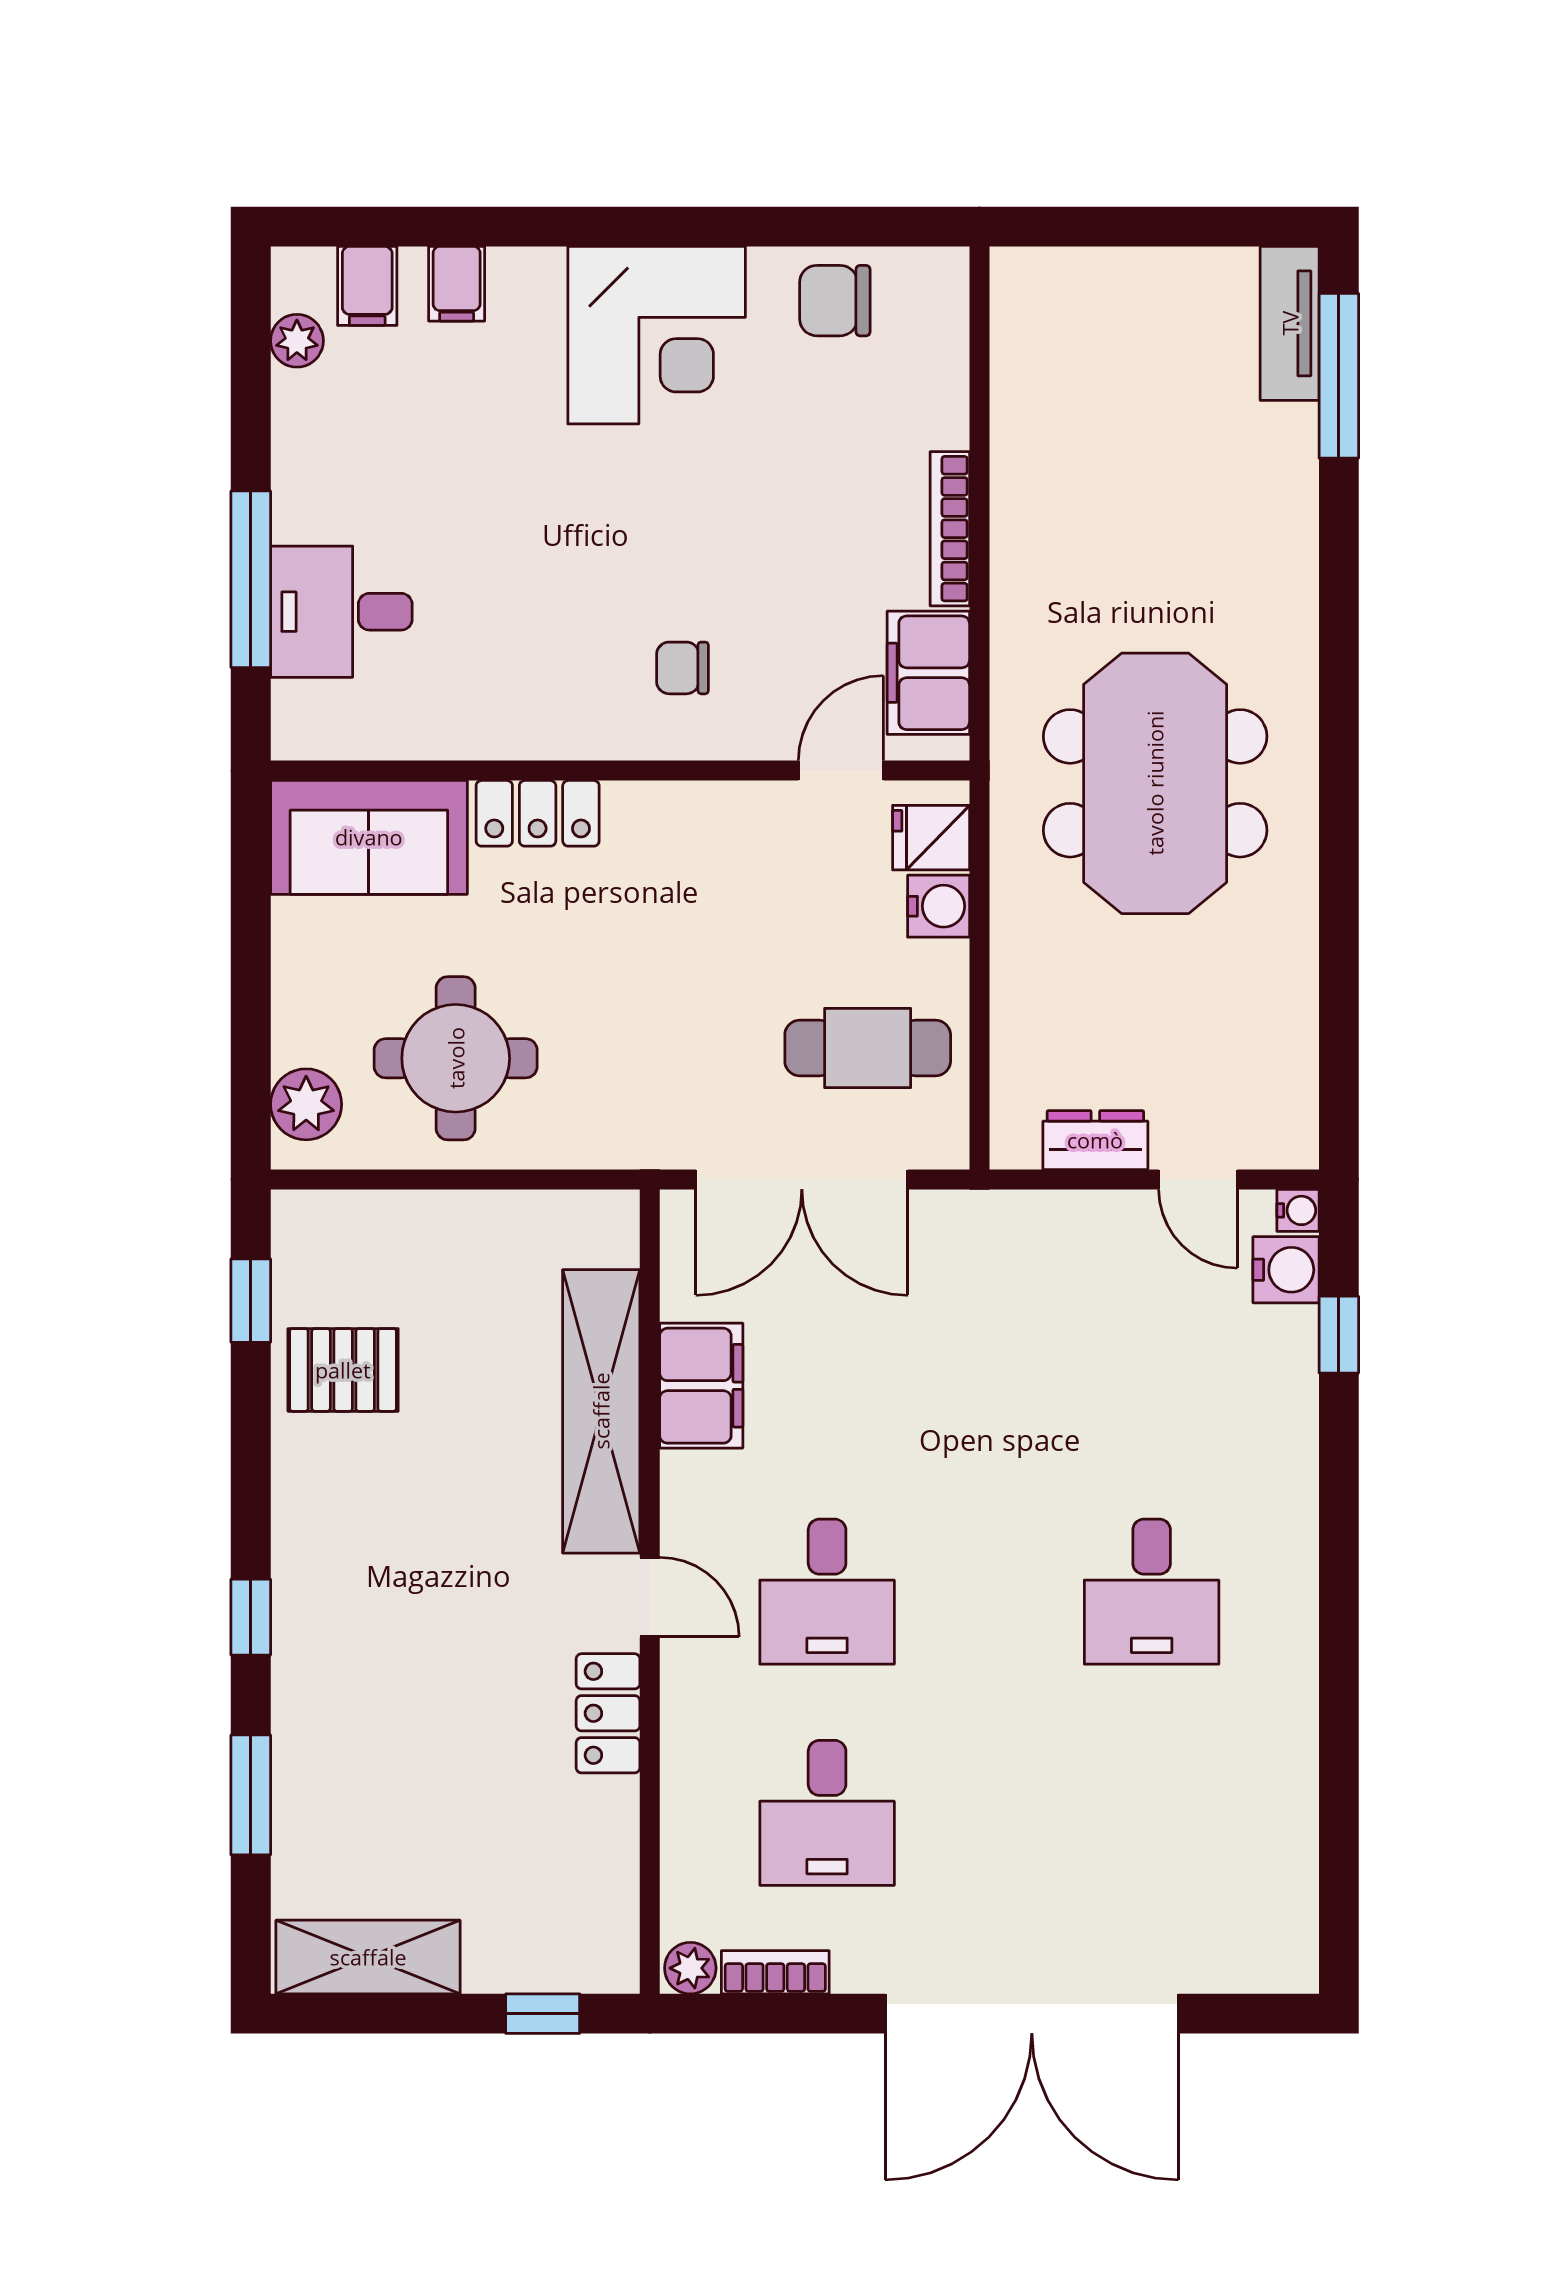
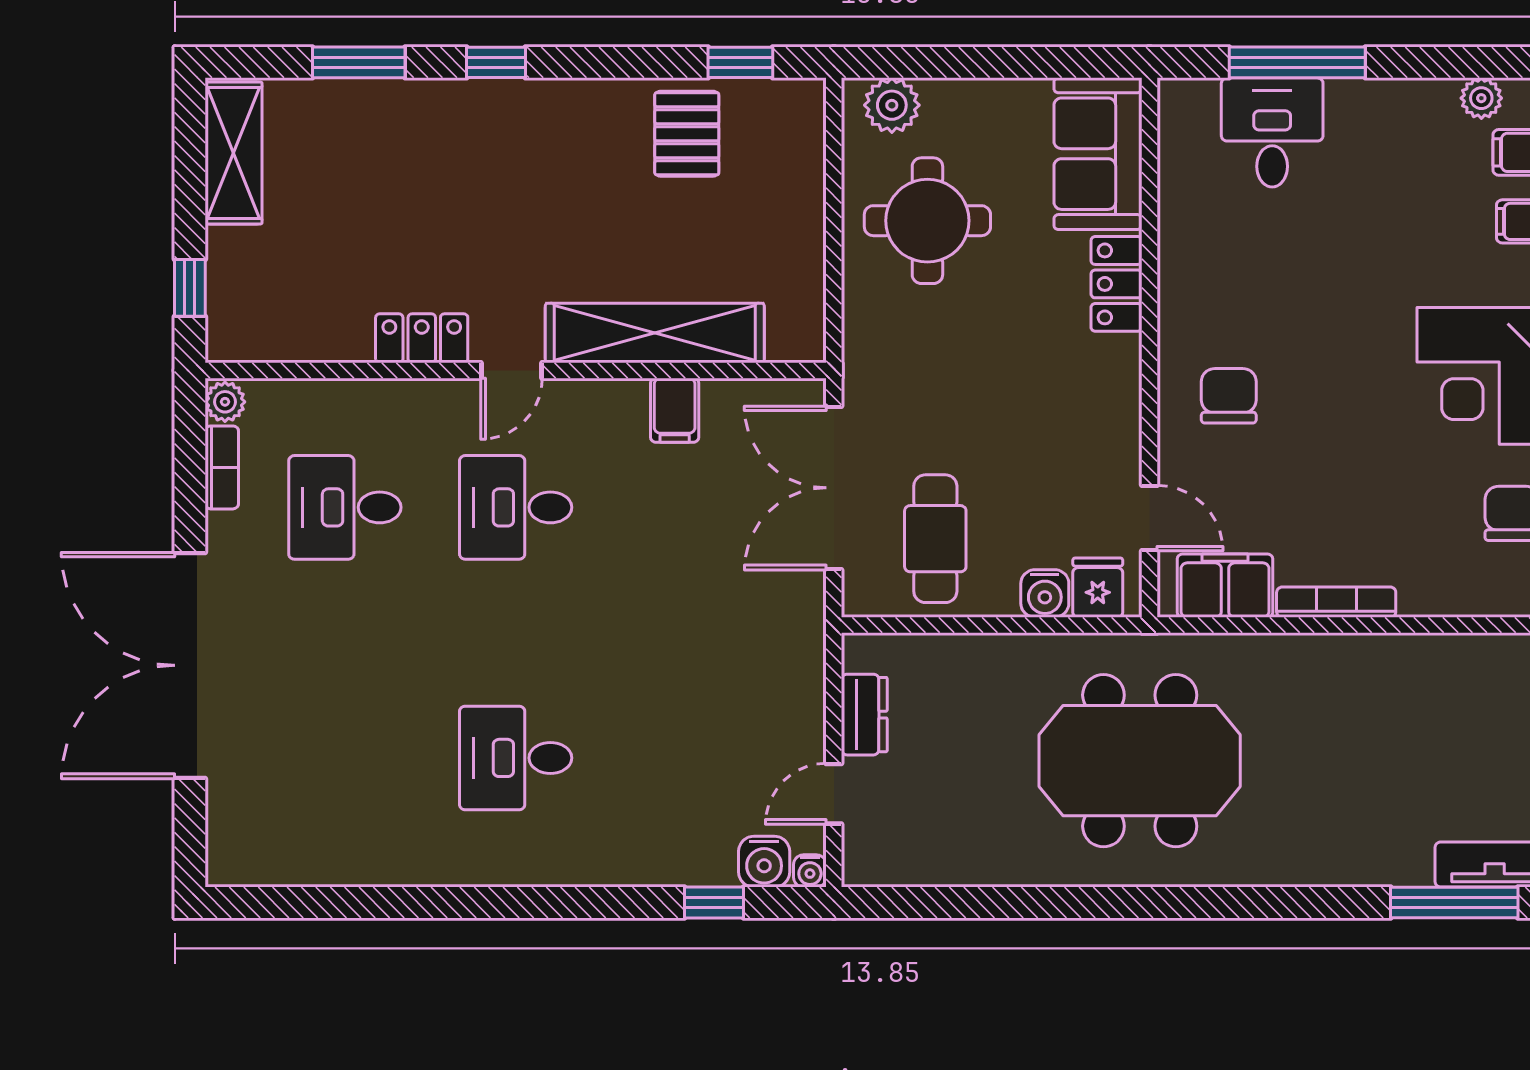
chair: (682, 668) -> (1229, 396), width x1.37, depth x1.37
filing cabinet: (701, 1386) -> (675, 410), width x0.50

